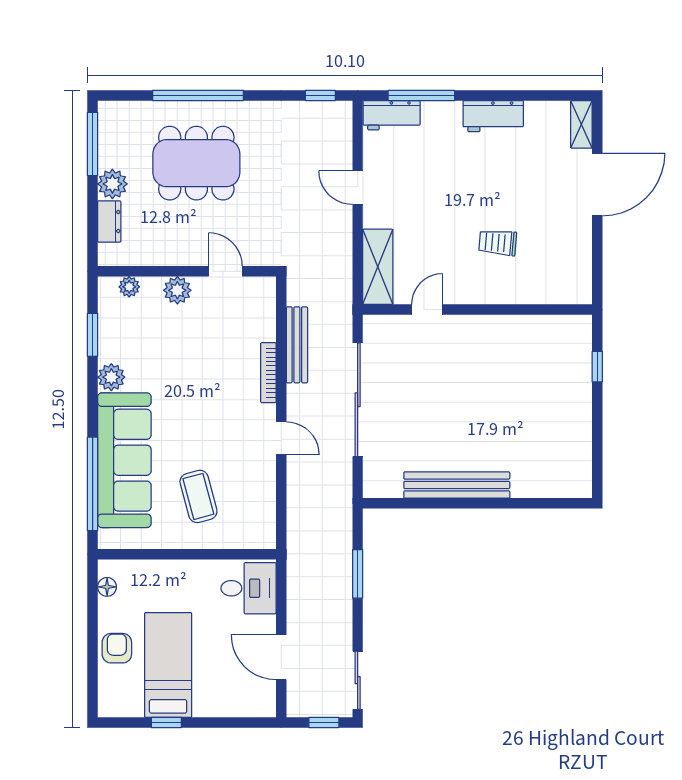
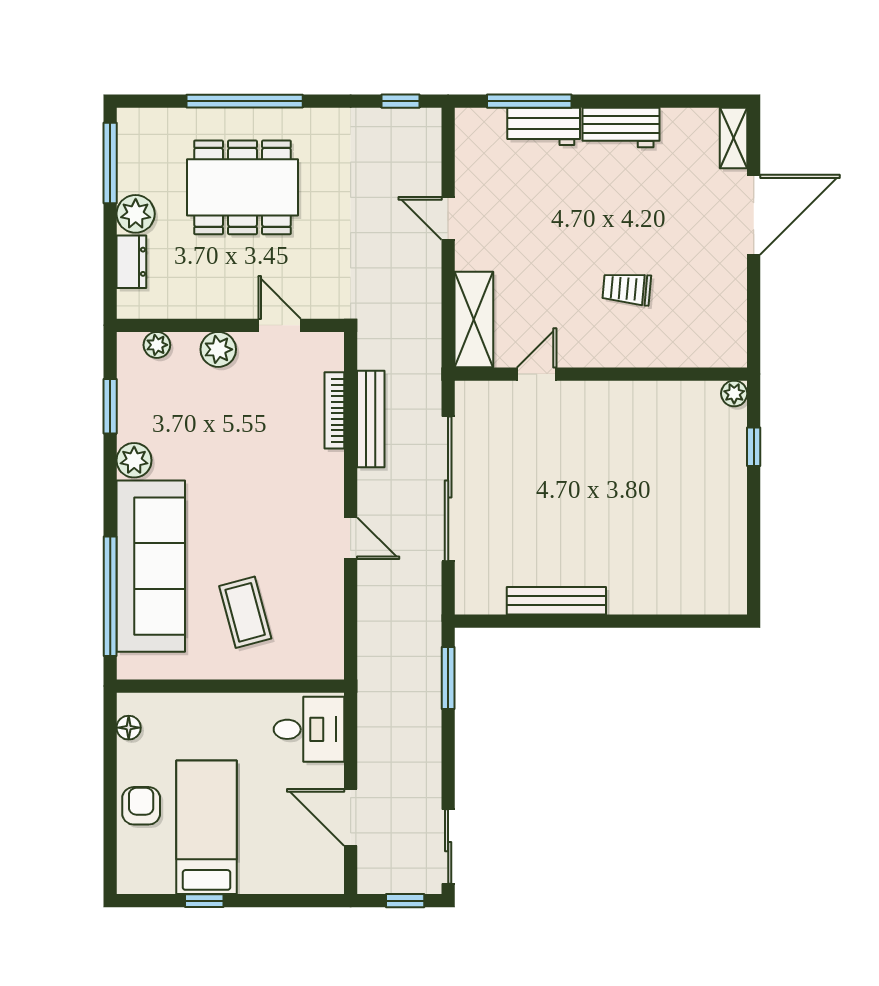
workbench: (392, 115) -> (544, 126), moved
plant: (582, 325) -> (734, 394), added
bookcase: (268, 373) -> (334, 410), moved
bench: (457, 485) -> (556, 601), width x0.73, depth x0.82
window: (358, 574) -> (448, 678), moved

